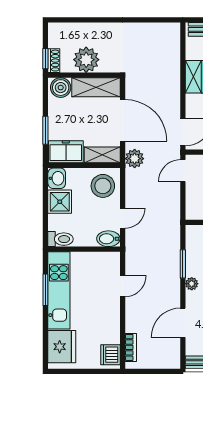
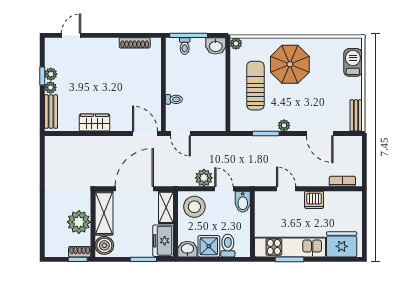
plant: (135, 159) -> (204, 178), moved
toilet: (61, 239) -> (228, 246), moved
dishwasher: (110, 355) -> (314, 200), moved

